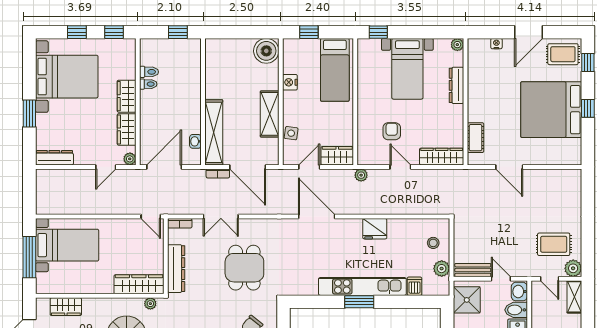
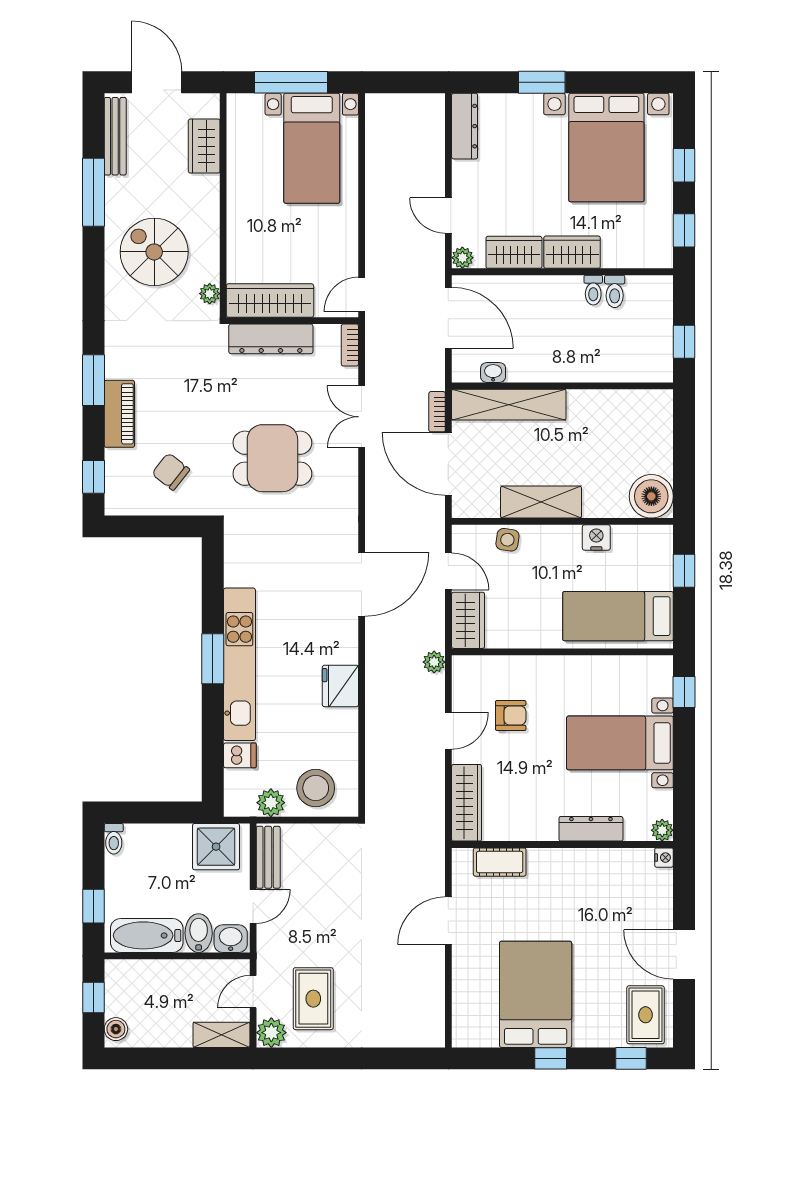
nightstand: (496, 44) -> (664, 858), moved
bed: (551, 110) -> (536, 994), width x0.73
door: (248, 167) -> (448, 464), hinge flipped
stool: (433, 243) -> (316, 788), width x1.89, depth x1.89
wardrobe: (139, 284) -> (270, 301), moved, turned -90

